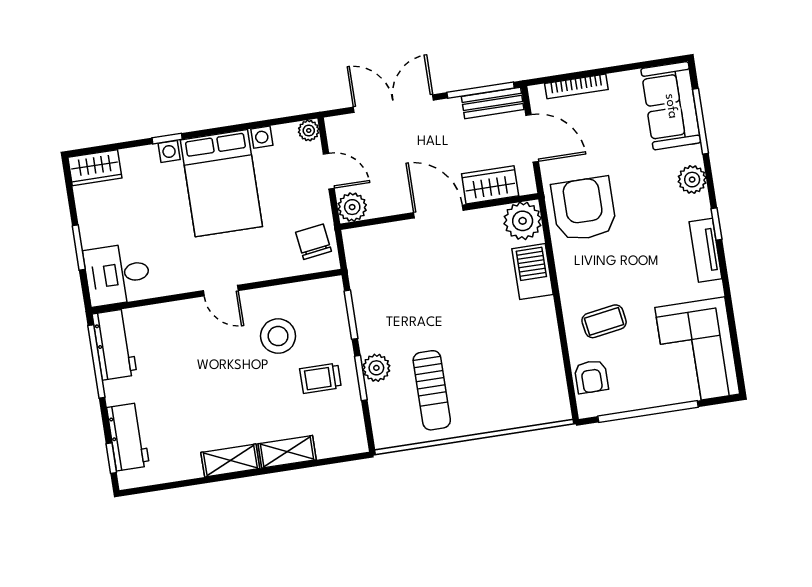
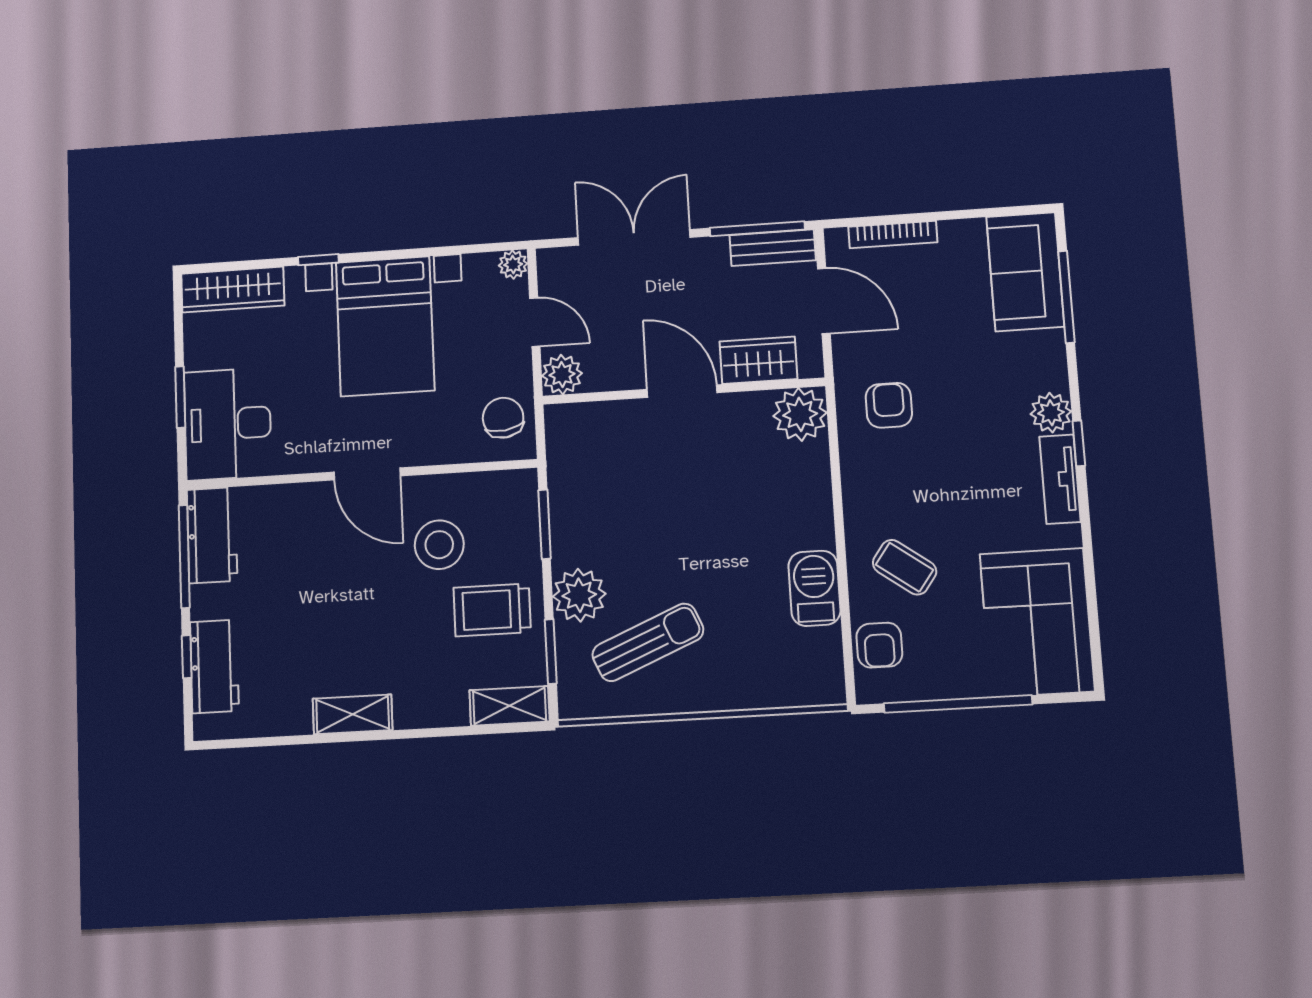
wardrobe: (95, 168) -> (233, 290), width x1.50
plant: (692, 180) -> (1051, 413), moved
armchair: (584, 209) -> (889, 405), width x0.53, depth x0.53
barbecue: (533, 272) -> (814, 588), moved
desk: (117, 274) -> (228, 424), width x1.37
door: (221, 291) -> (367, 474), width x1.37
coffee table: (604, 321) -> (905, 567), turned 45
plant: (376, 368) -> (579, 595), width x1.36, depth x1.36
trolley: (320, 378) -> (492, 610), width x1.36, depth x1.39
window: (361, 378) -> (551, 652), moved
sun lounger: (432, 390) -> (648, 642), turned -113
shelving: (287, 452) -> (510, 706), moved
window: (111, 458) -> (187, 657), moved

